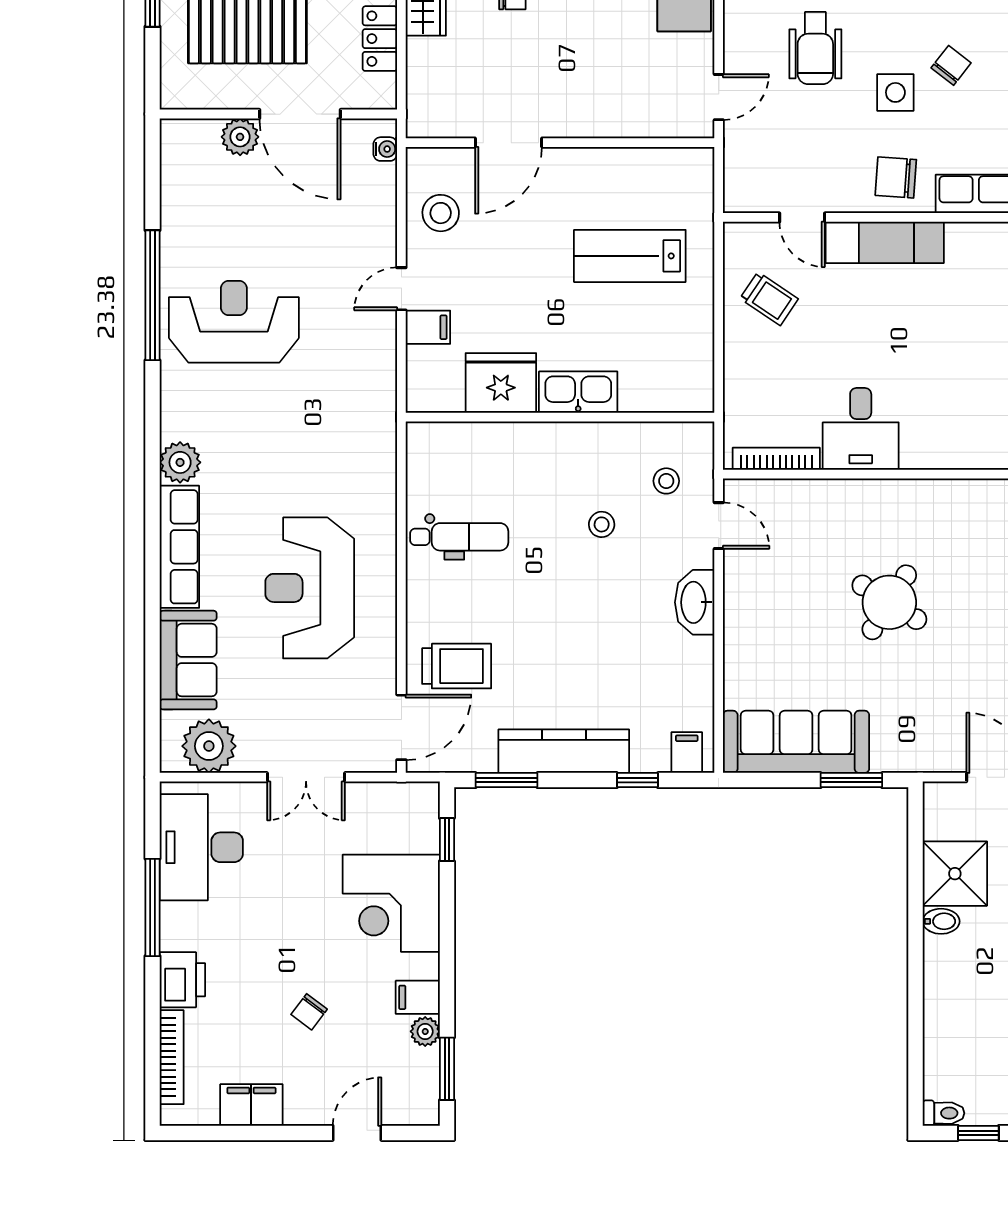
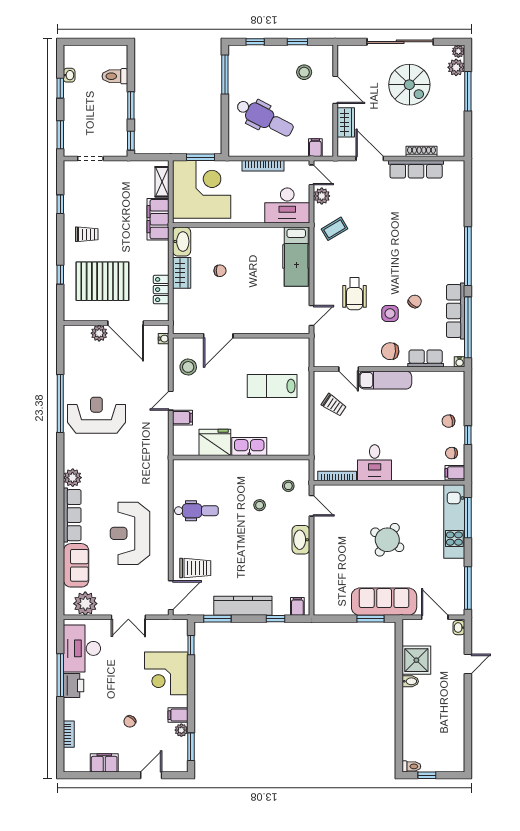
sofa: (796, 742) -> (384, 602), moved
printer: (182, 980) -> (74, 686), moved
bookcase: (172, 1057) -> (69, 734), width x0.64

